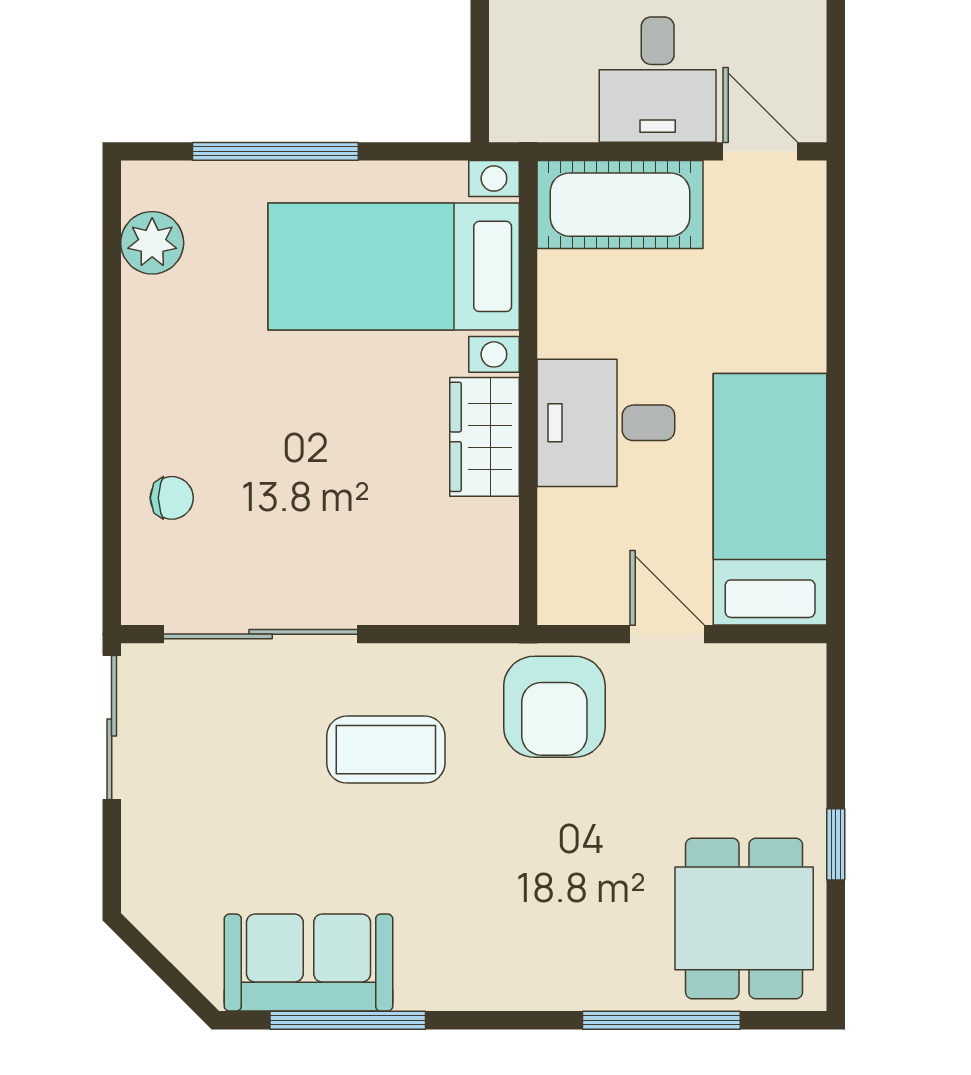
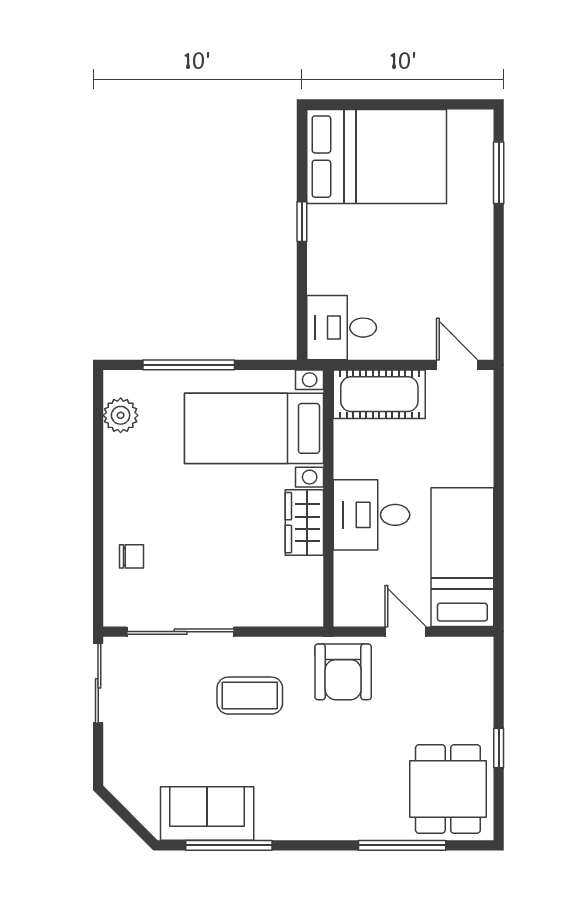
desk: (658, 80) -> (342, 328), moved, turned 90

